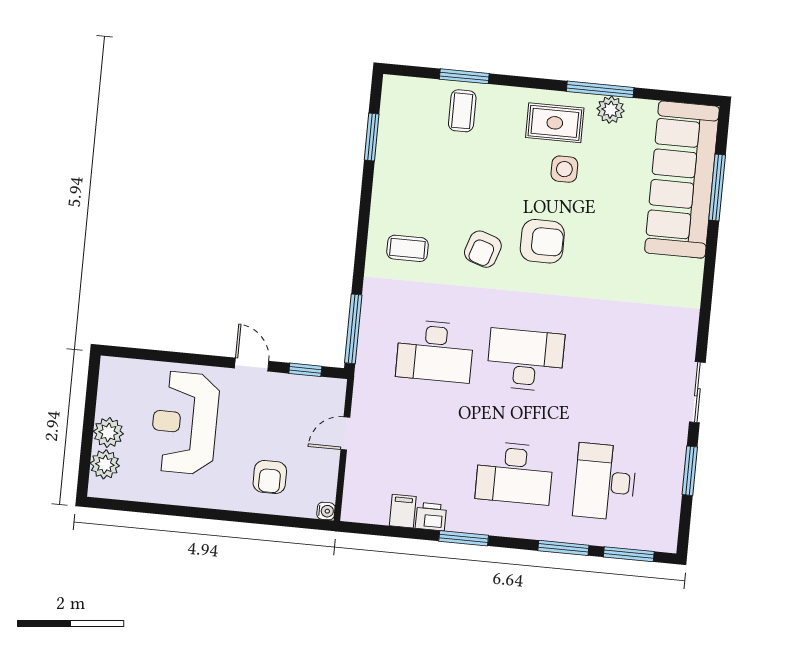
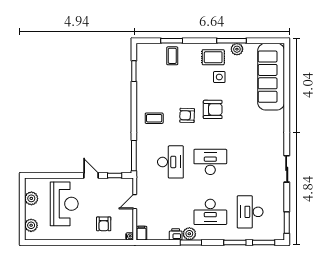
window: (717, 187) -> (287, 79), removed
armchair: (483, 249) -> (187, 115), turned 74
desk: (435, 351) -> (170, 162), turned -90
reception desk: (185, 423) -> (64, 204), turned 180
plant: (108, 432) -> (31, 198), moved
window: (690, 471) -> (287, 223), moved
filing cabinet: (403, 511) -> (141, 233), moved
plant: (462, 518) -> (189, 234), added

